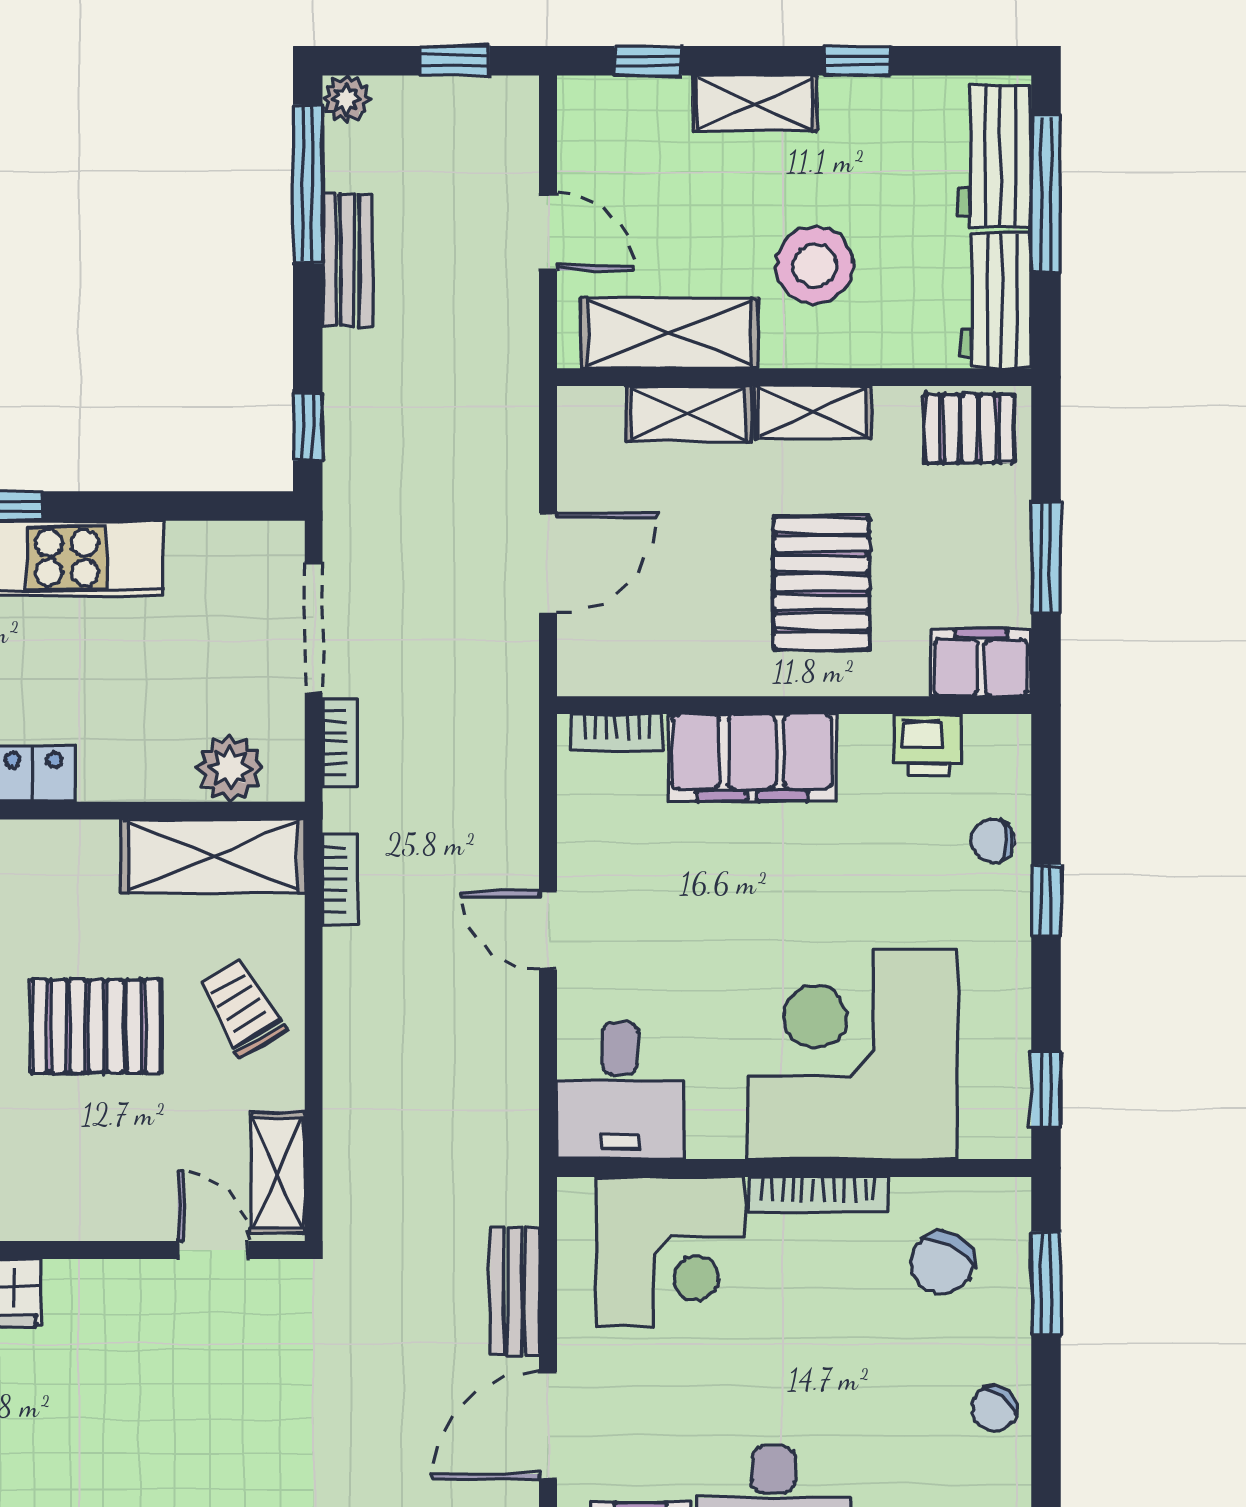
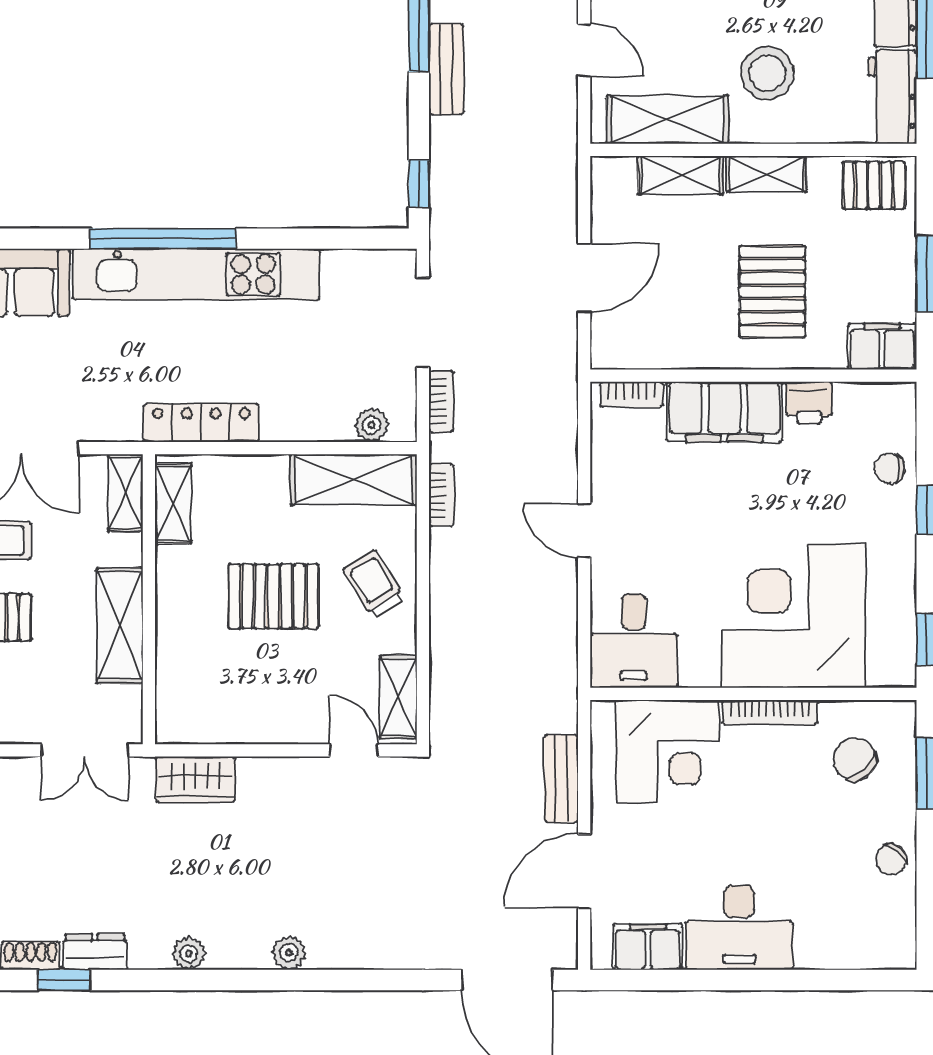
printer: (928, 745) -> (809, 403), moved
plant: (230, 768) -> (372, 425), width x0.73, depth x0.73
chair: (942, 1263) -> (855, 759), turned 109

